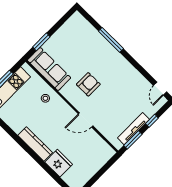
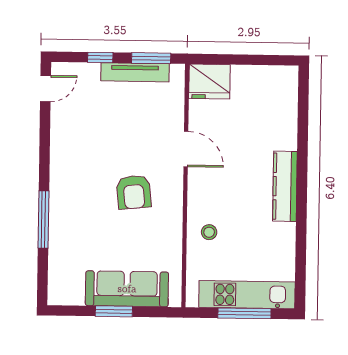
window: (41, 42) -> (114, 311), moved
sofa: (49, 69) -> (127, 289), moved, turned 90
armchair: (88, 84) -> (134, 192), turned -96
fridge: (59, 163) -> (209, 82), moved, turned -90

